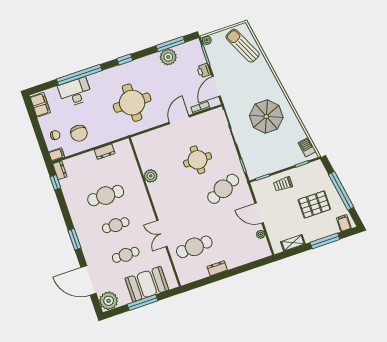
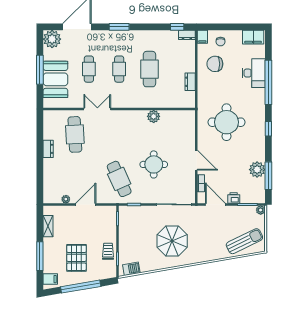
trolley: (283, 184) -> (108, 251), moved

